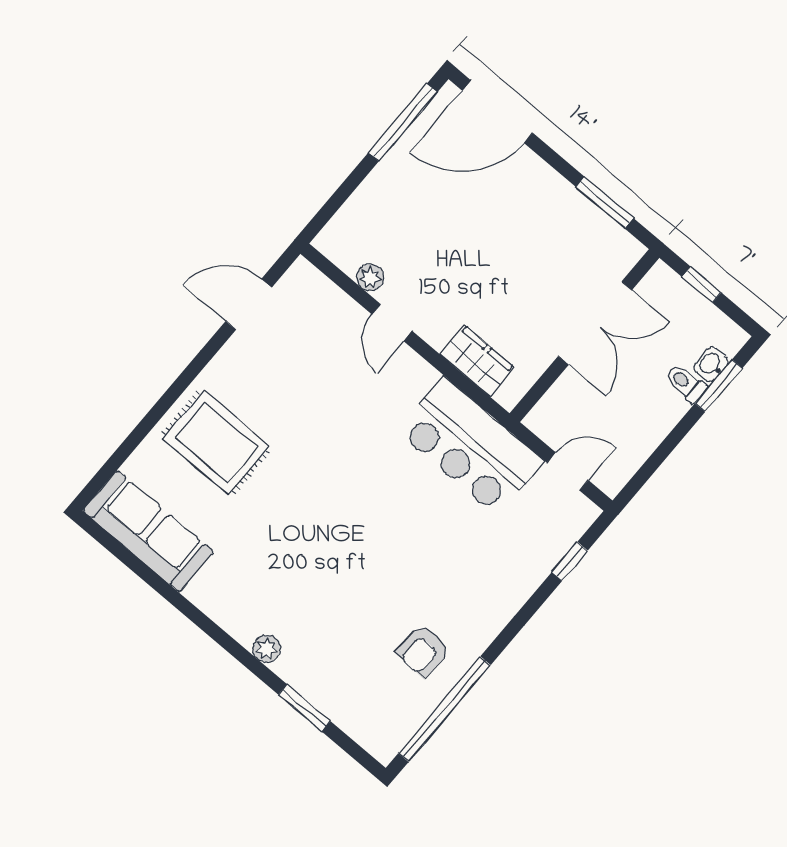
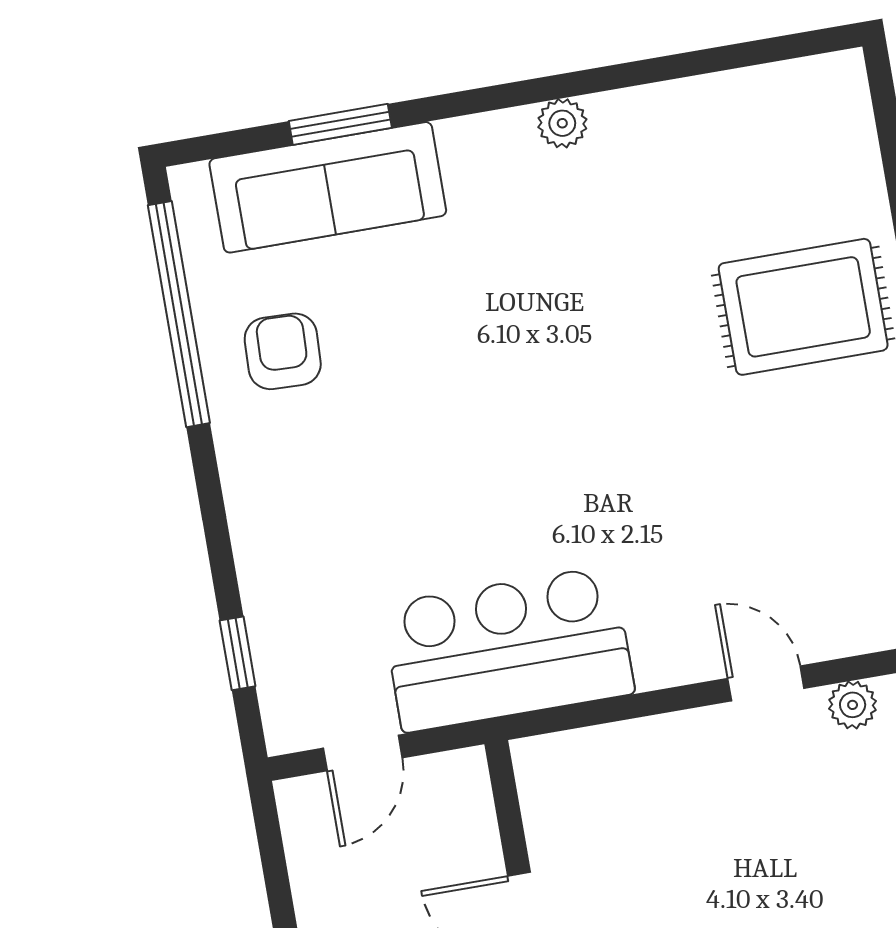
wardrobe: (477, 361) -> (617, 756), removed
sofa: (148, 531) -> (328, 187), moved
plant: (267, 649) -> (562, 123), moved

